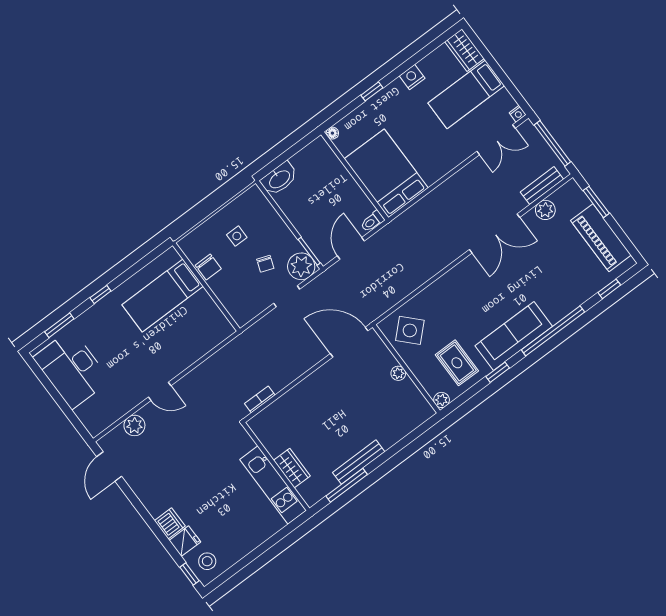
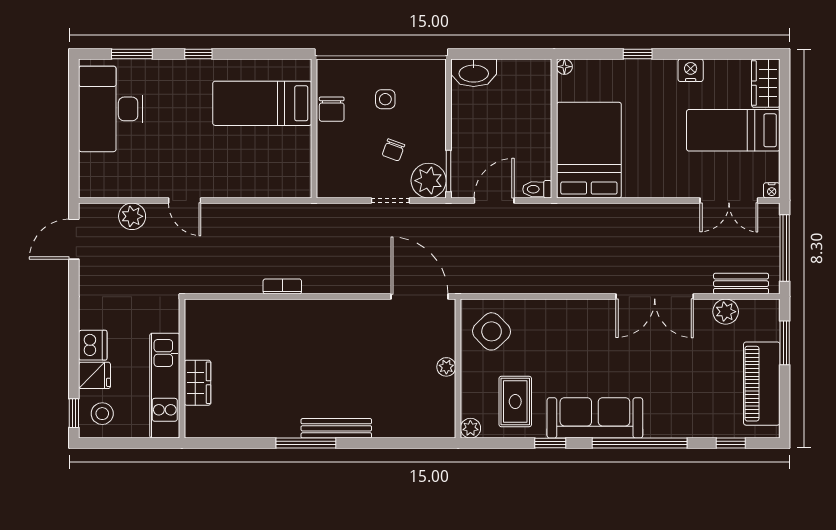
wall: (276, 467) -> (182, 369), moved
wardrobe: (292, 468) -> (197, 383), moved
kitchen unit: (273, 485) -> (165, 386), moved

